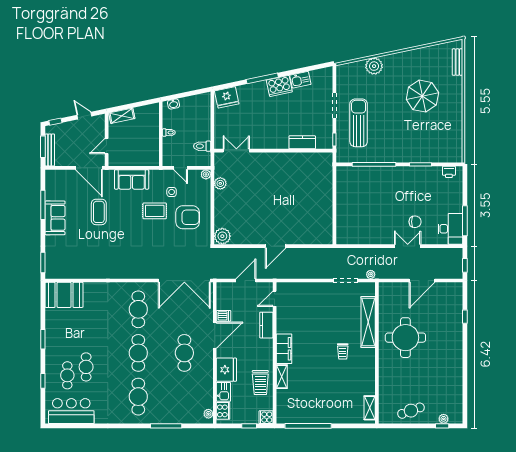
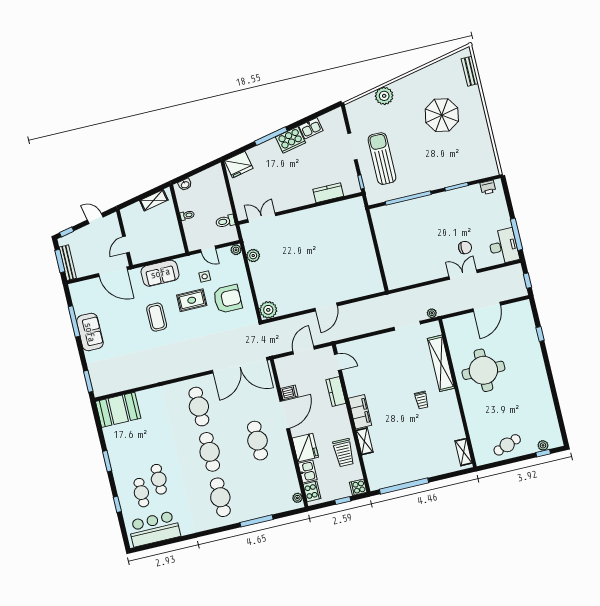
shelving: (122, 116) -> (154, 200), moved
coffee table: (99, 212) -> (157, 317), moved
door: (275, 299) -> (338, 362), swing flipped

